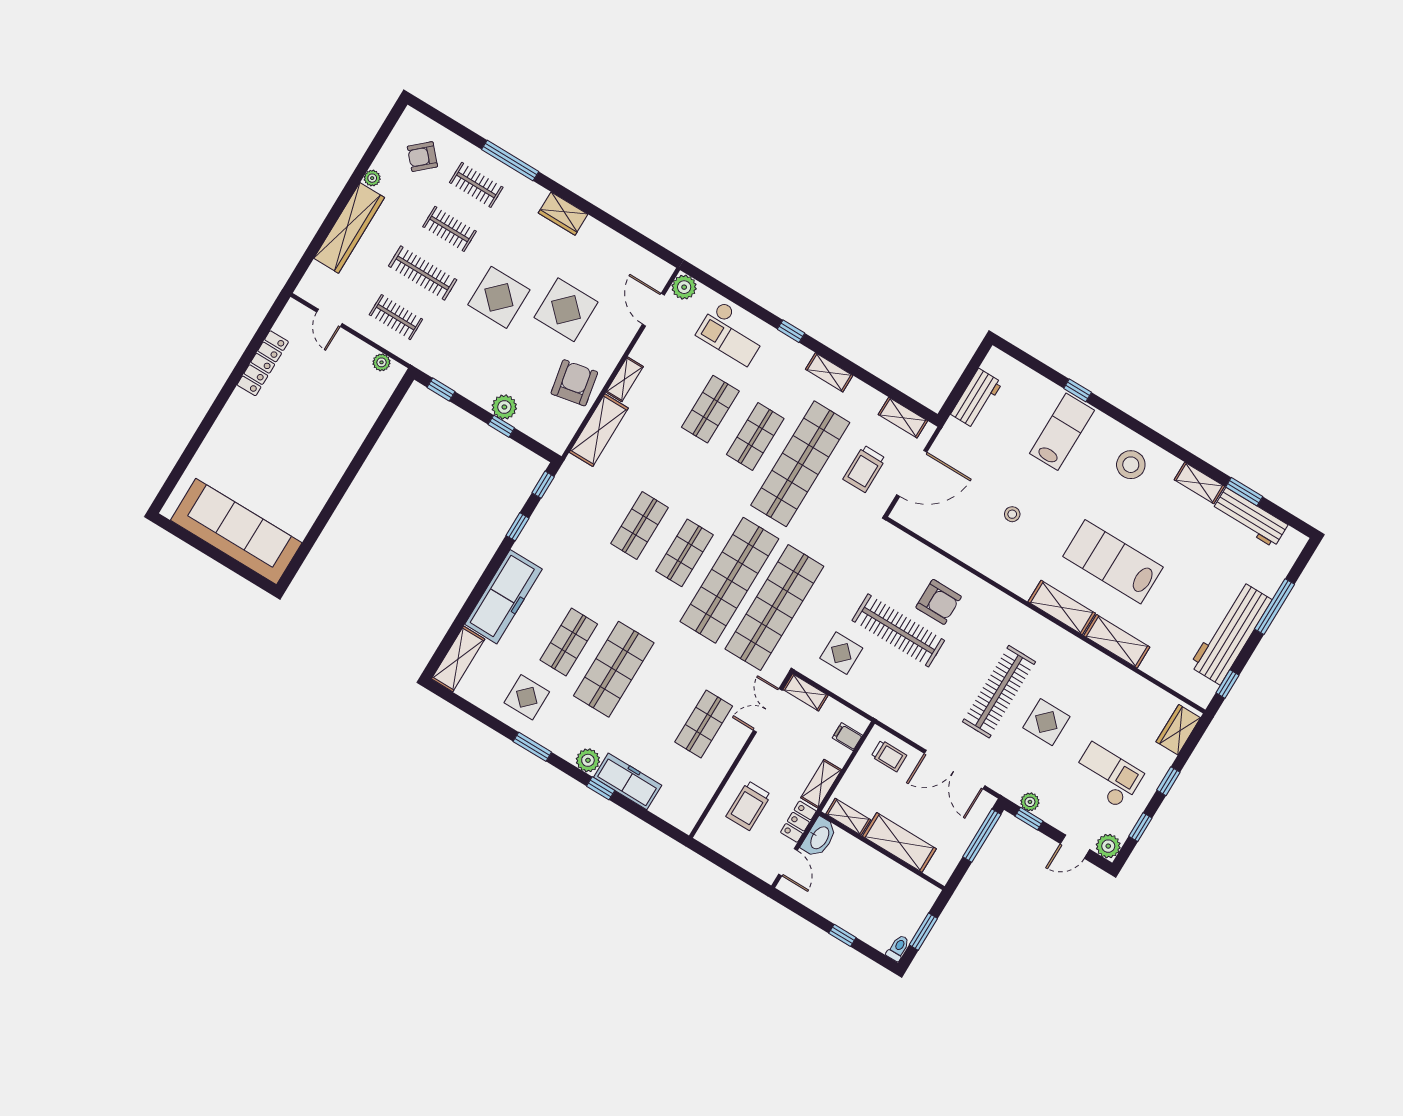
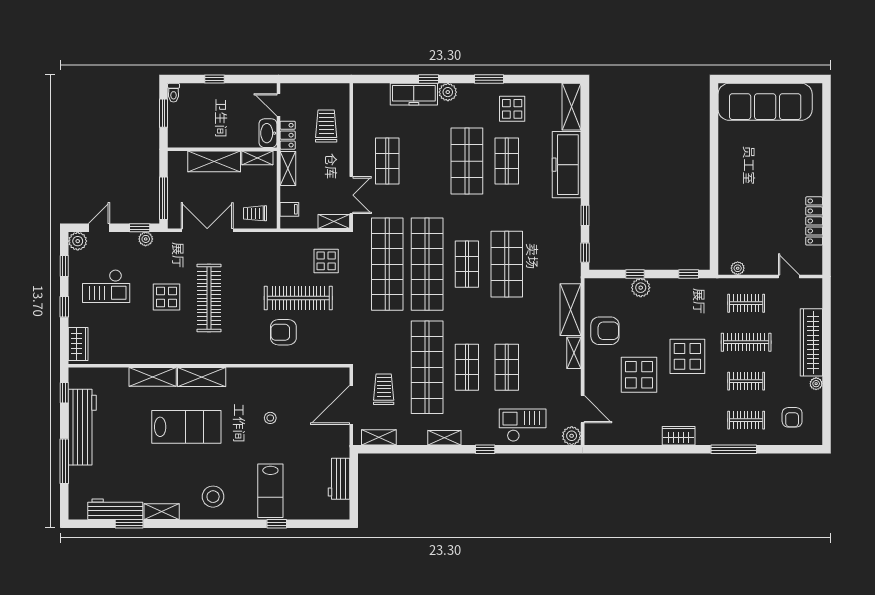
armchair: (422, 157) -> (792, 417), turned 132
armchair: (574, 383) -> (605, 331), turned -79
shop shelf: (640, 526) -> (507, 264), width x1.43, depth x1.36

